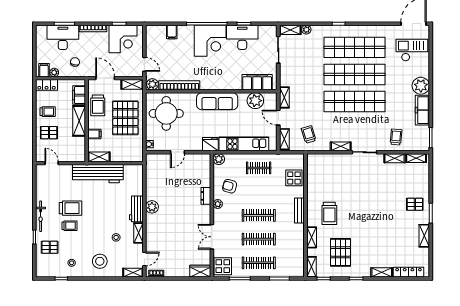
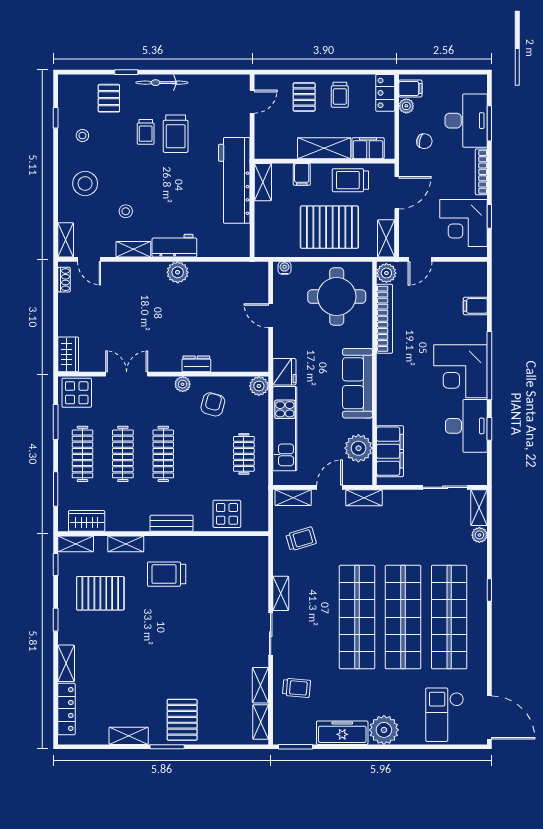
checkout: (412, 50) -> (445, 715), turned 180
pallet: (415, 204) -> (182, 720), width x1.50, depth x1.42
wardrobe: (298, 260) -> (87, 521), added

